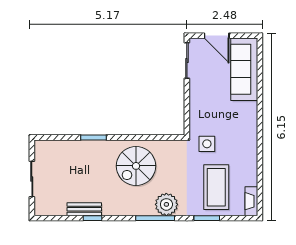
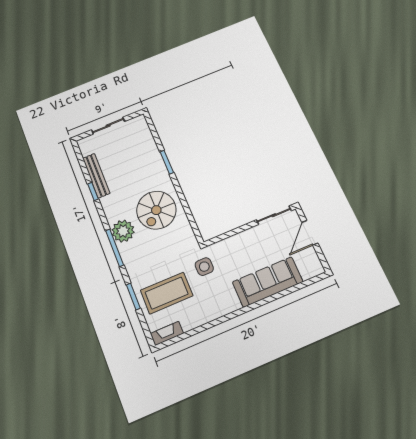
sofa: (244, 69) -> (268, 282), moved
spiral stairs: (136, 166) -> (156, 210), turned -90
plant: (166, 204) -> (123, 231), moved
bench: (84, 209) -> (96, 176), width x1.36

